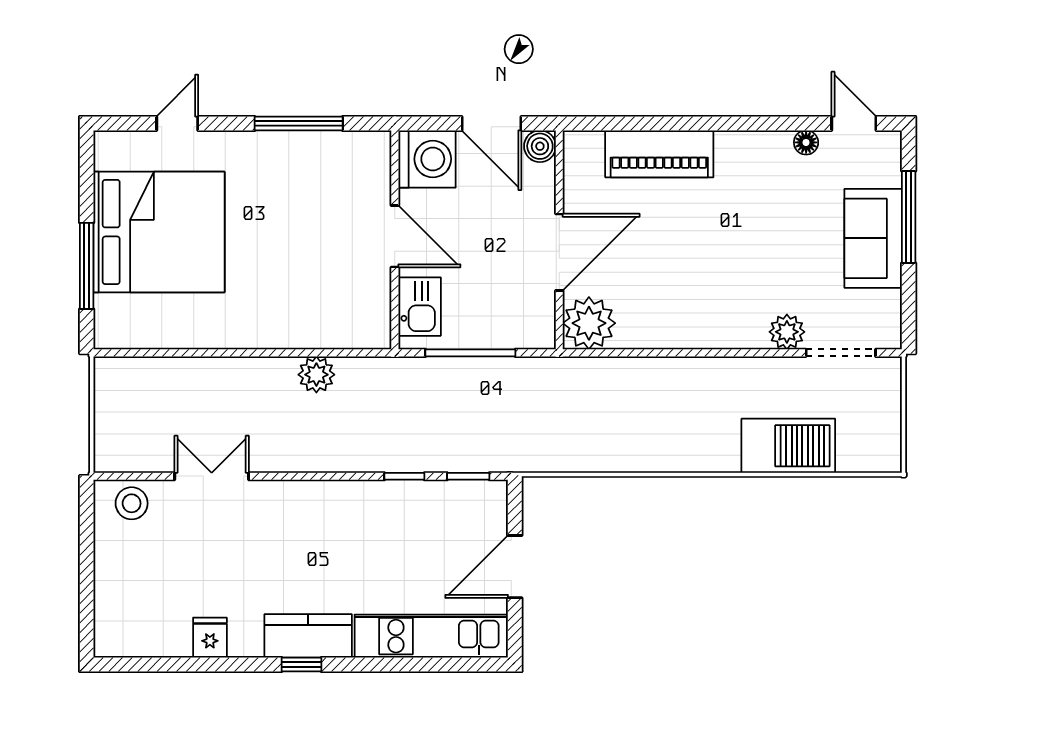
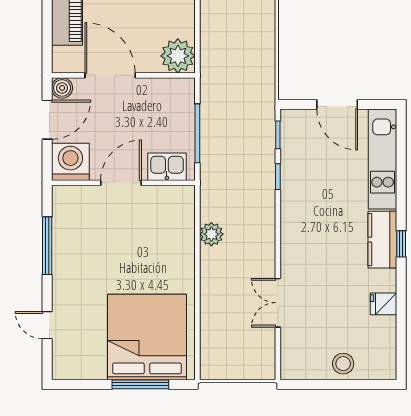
bed: (159, 232) -> (147, 337), moved
door: (559, 252) -> (110, 75), moved
stool: (132, 503) -> (343, 364), moved

